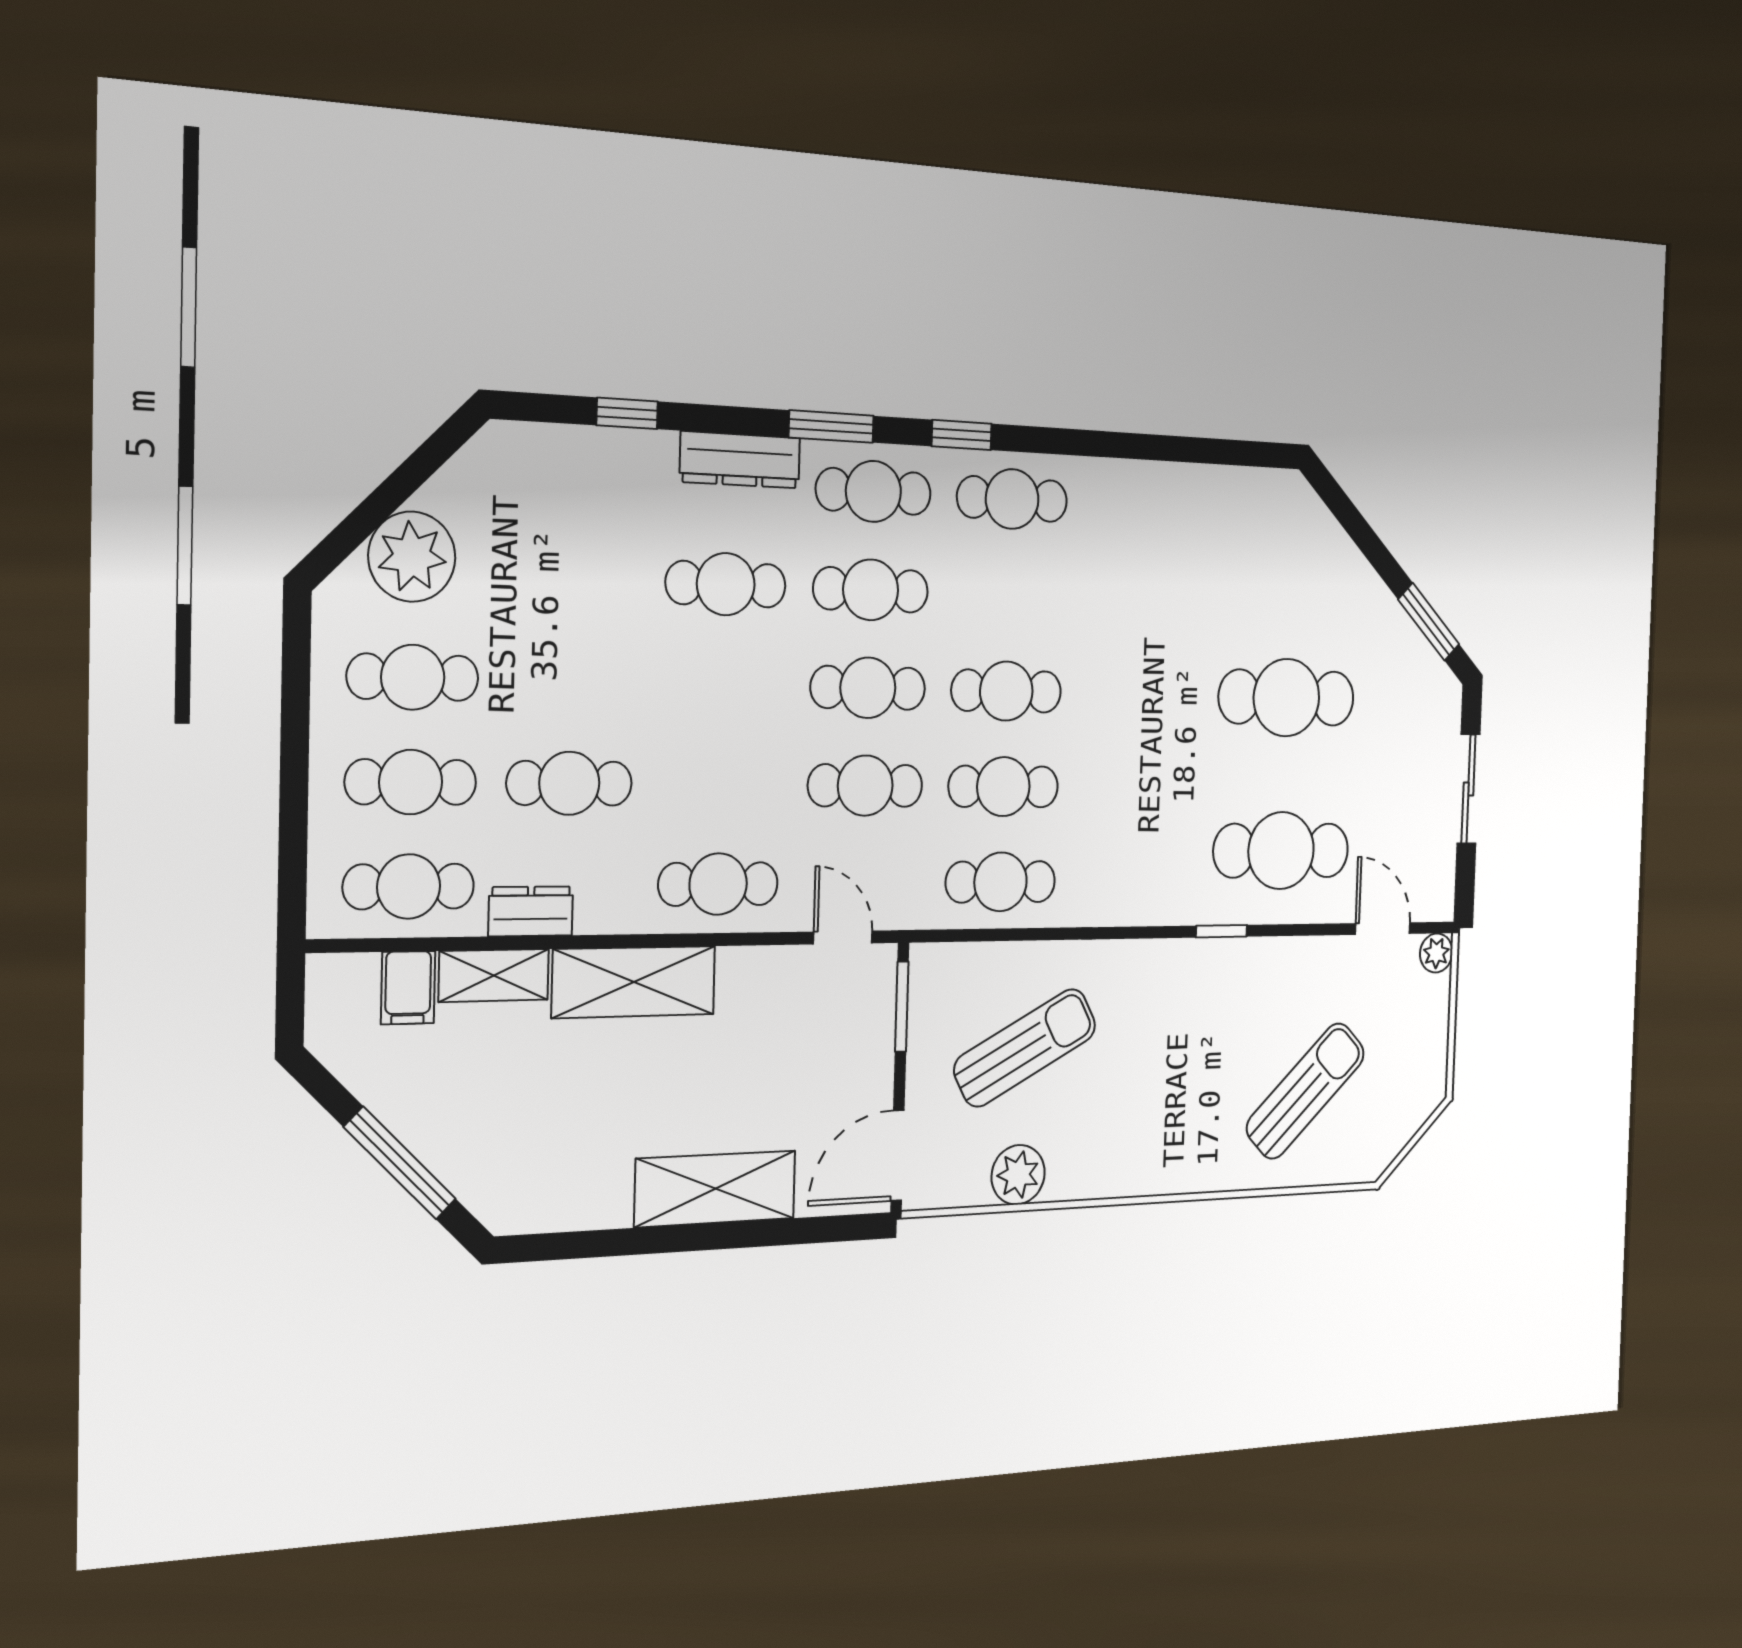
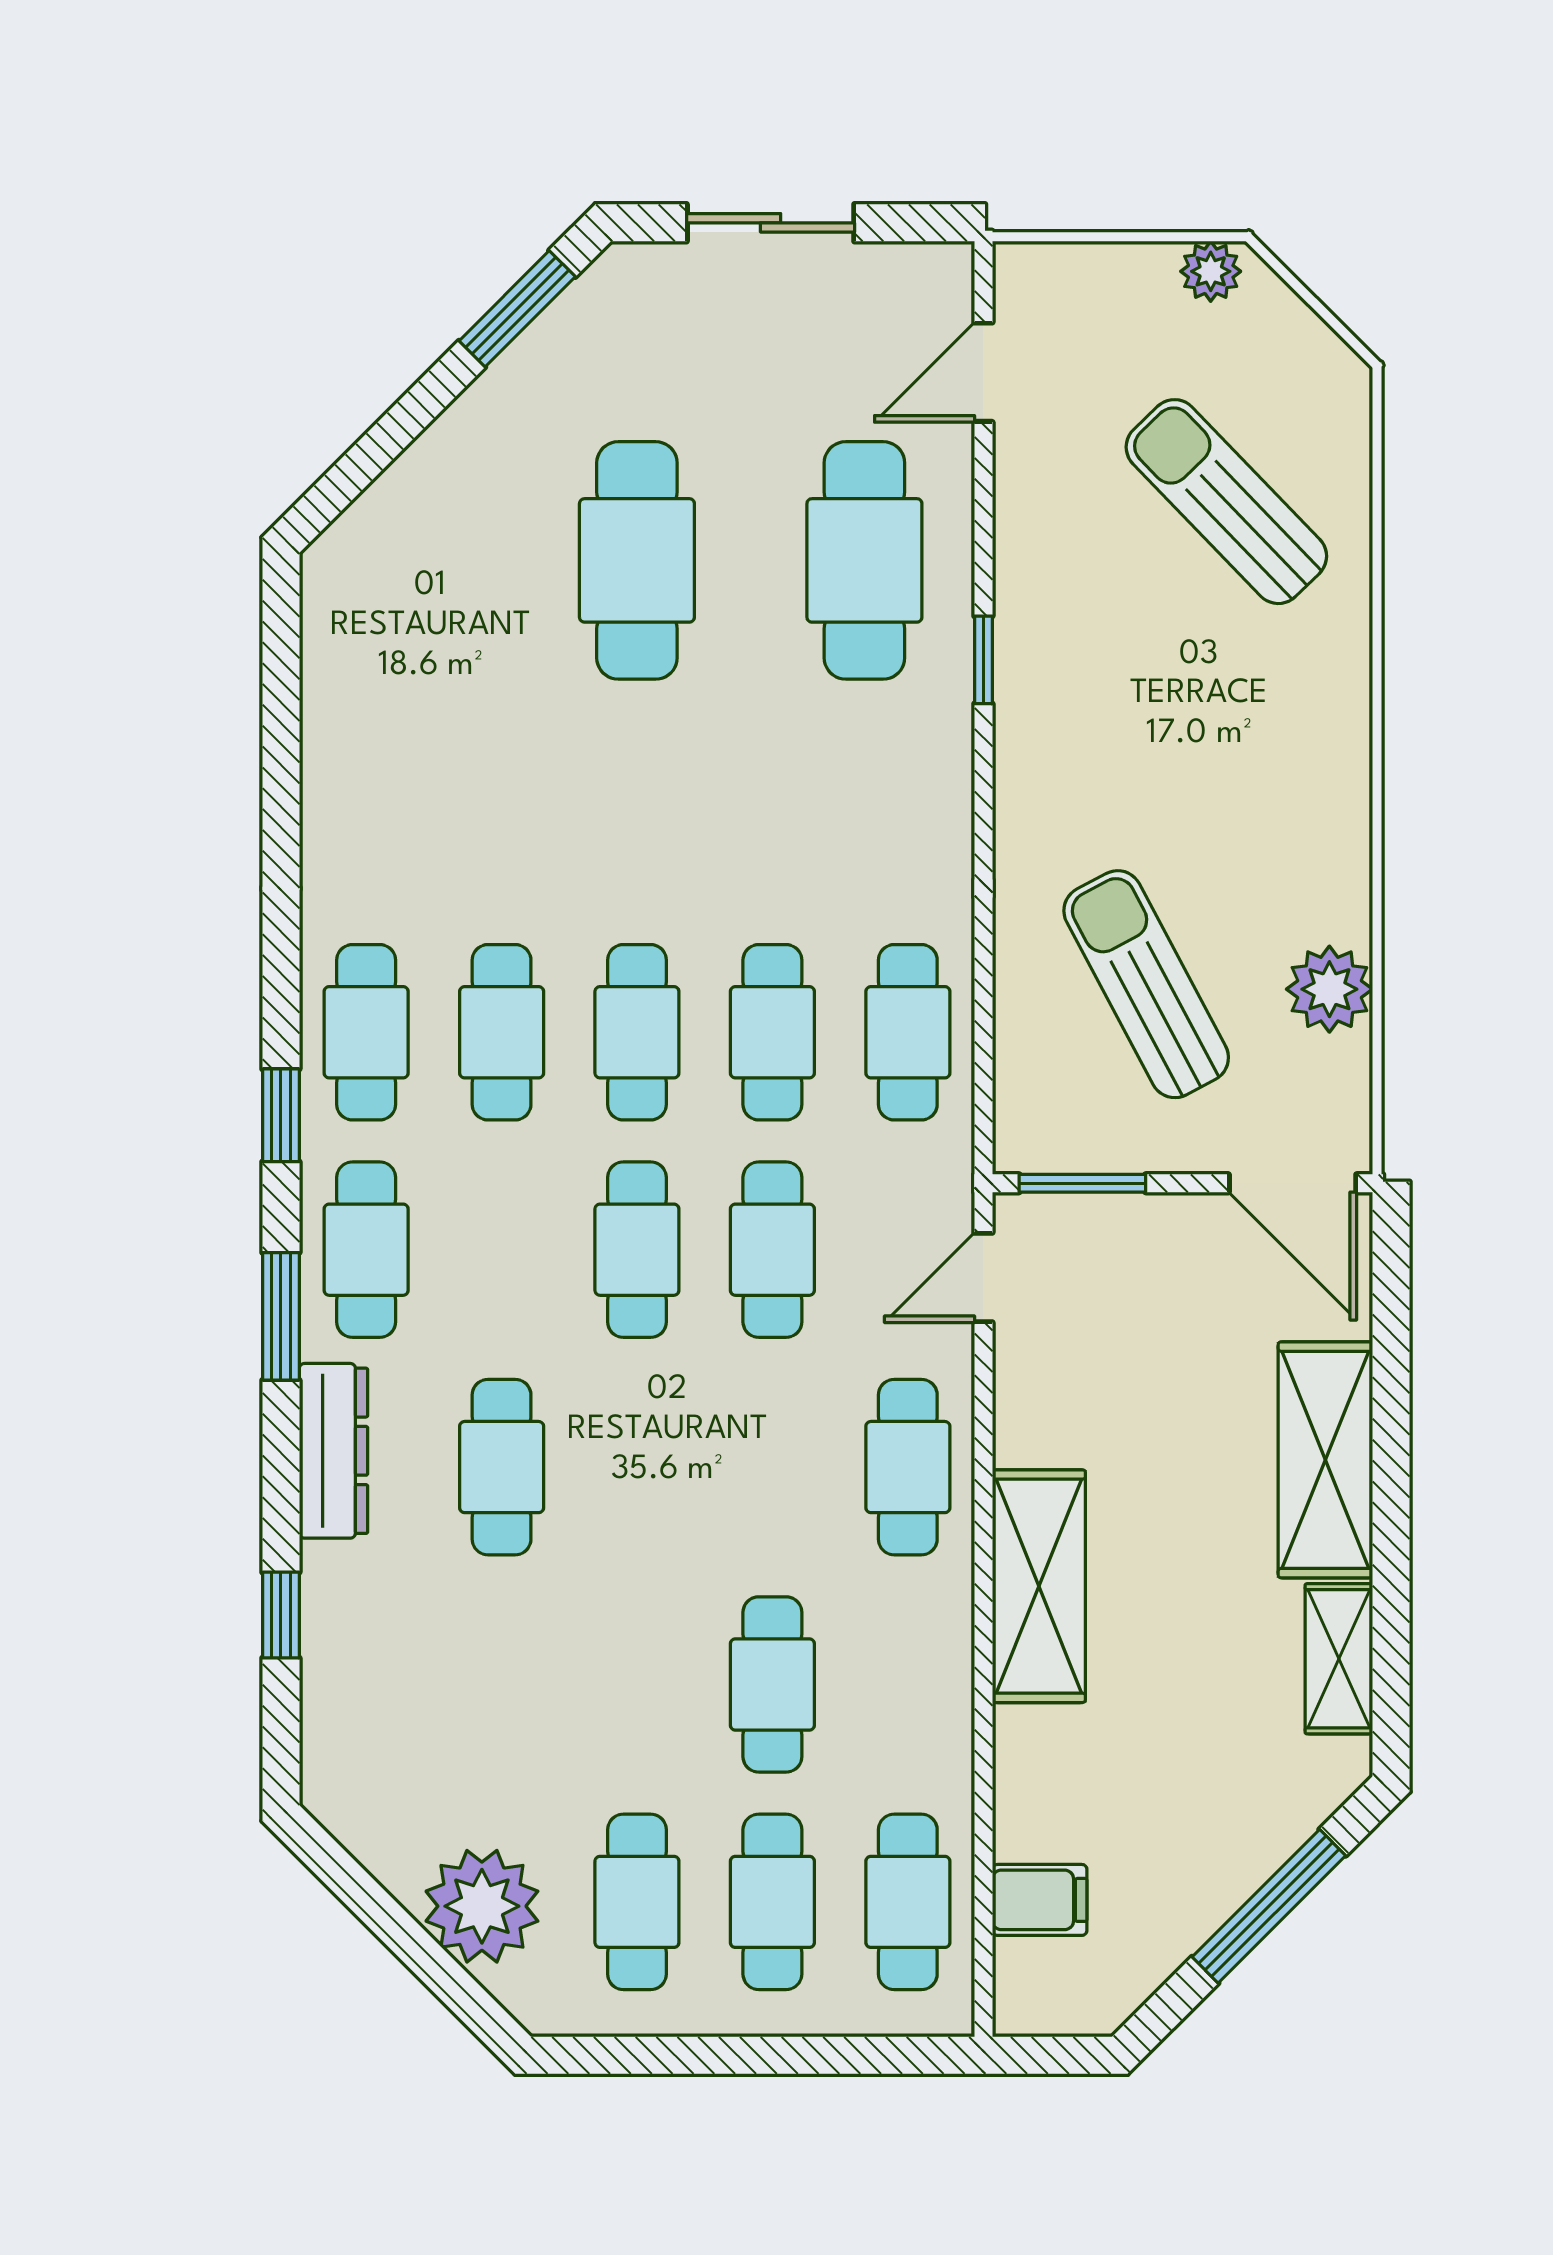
cafe table: (871, 590) -> (502, 1032), moved
dresser: (531, 911) -> (942, 1734), removed
plant: (1436, 953) -> (1211, 271), moved
shelving: (494, 975) -> (1339, 1659), moved

